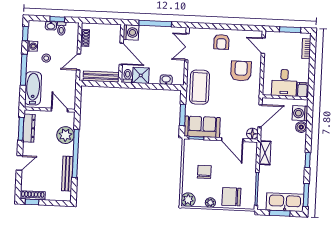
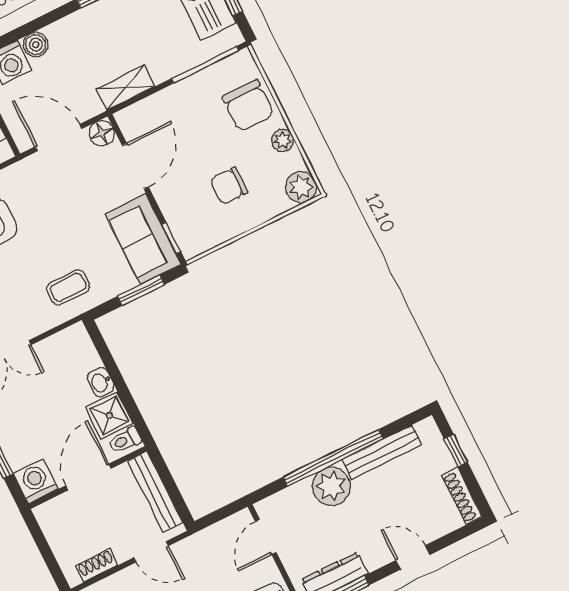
washbasin: (166, 80) -> (101, 382), moved
coffee table: (200, 87) -> (68, 287), width x0.54, depth x0.58
plant: (65, 135) -> (331, 486), moved
window: (32, 202) -> (456, 451), moved

